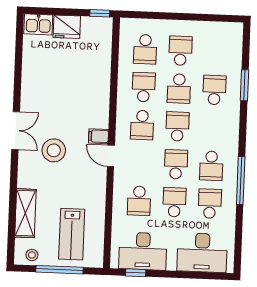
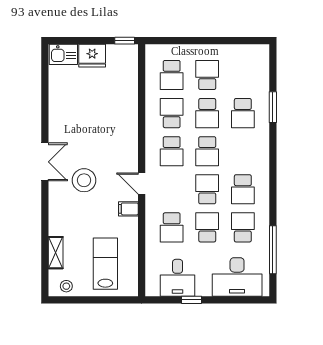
school desk: (214, 90) -> (243, 113), turned 180
school desk: (177, 126) -> (207, 151), turned 180
filing cabinet: (99, 136) -> (128, 209), moved
window: (241, 181) -> (273, 250), moved
shelving: (25, 213) -> (56, 253), width x0.67, depth x0.75
lab bench: (72, 234) -> (105, 264), turned 180
desk: (143, 251) -> (178, 278), width x0.73
window: (59, 270) -> (95, 300), removed
window: (136, 273) -> (192, 300), moved

